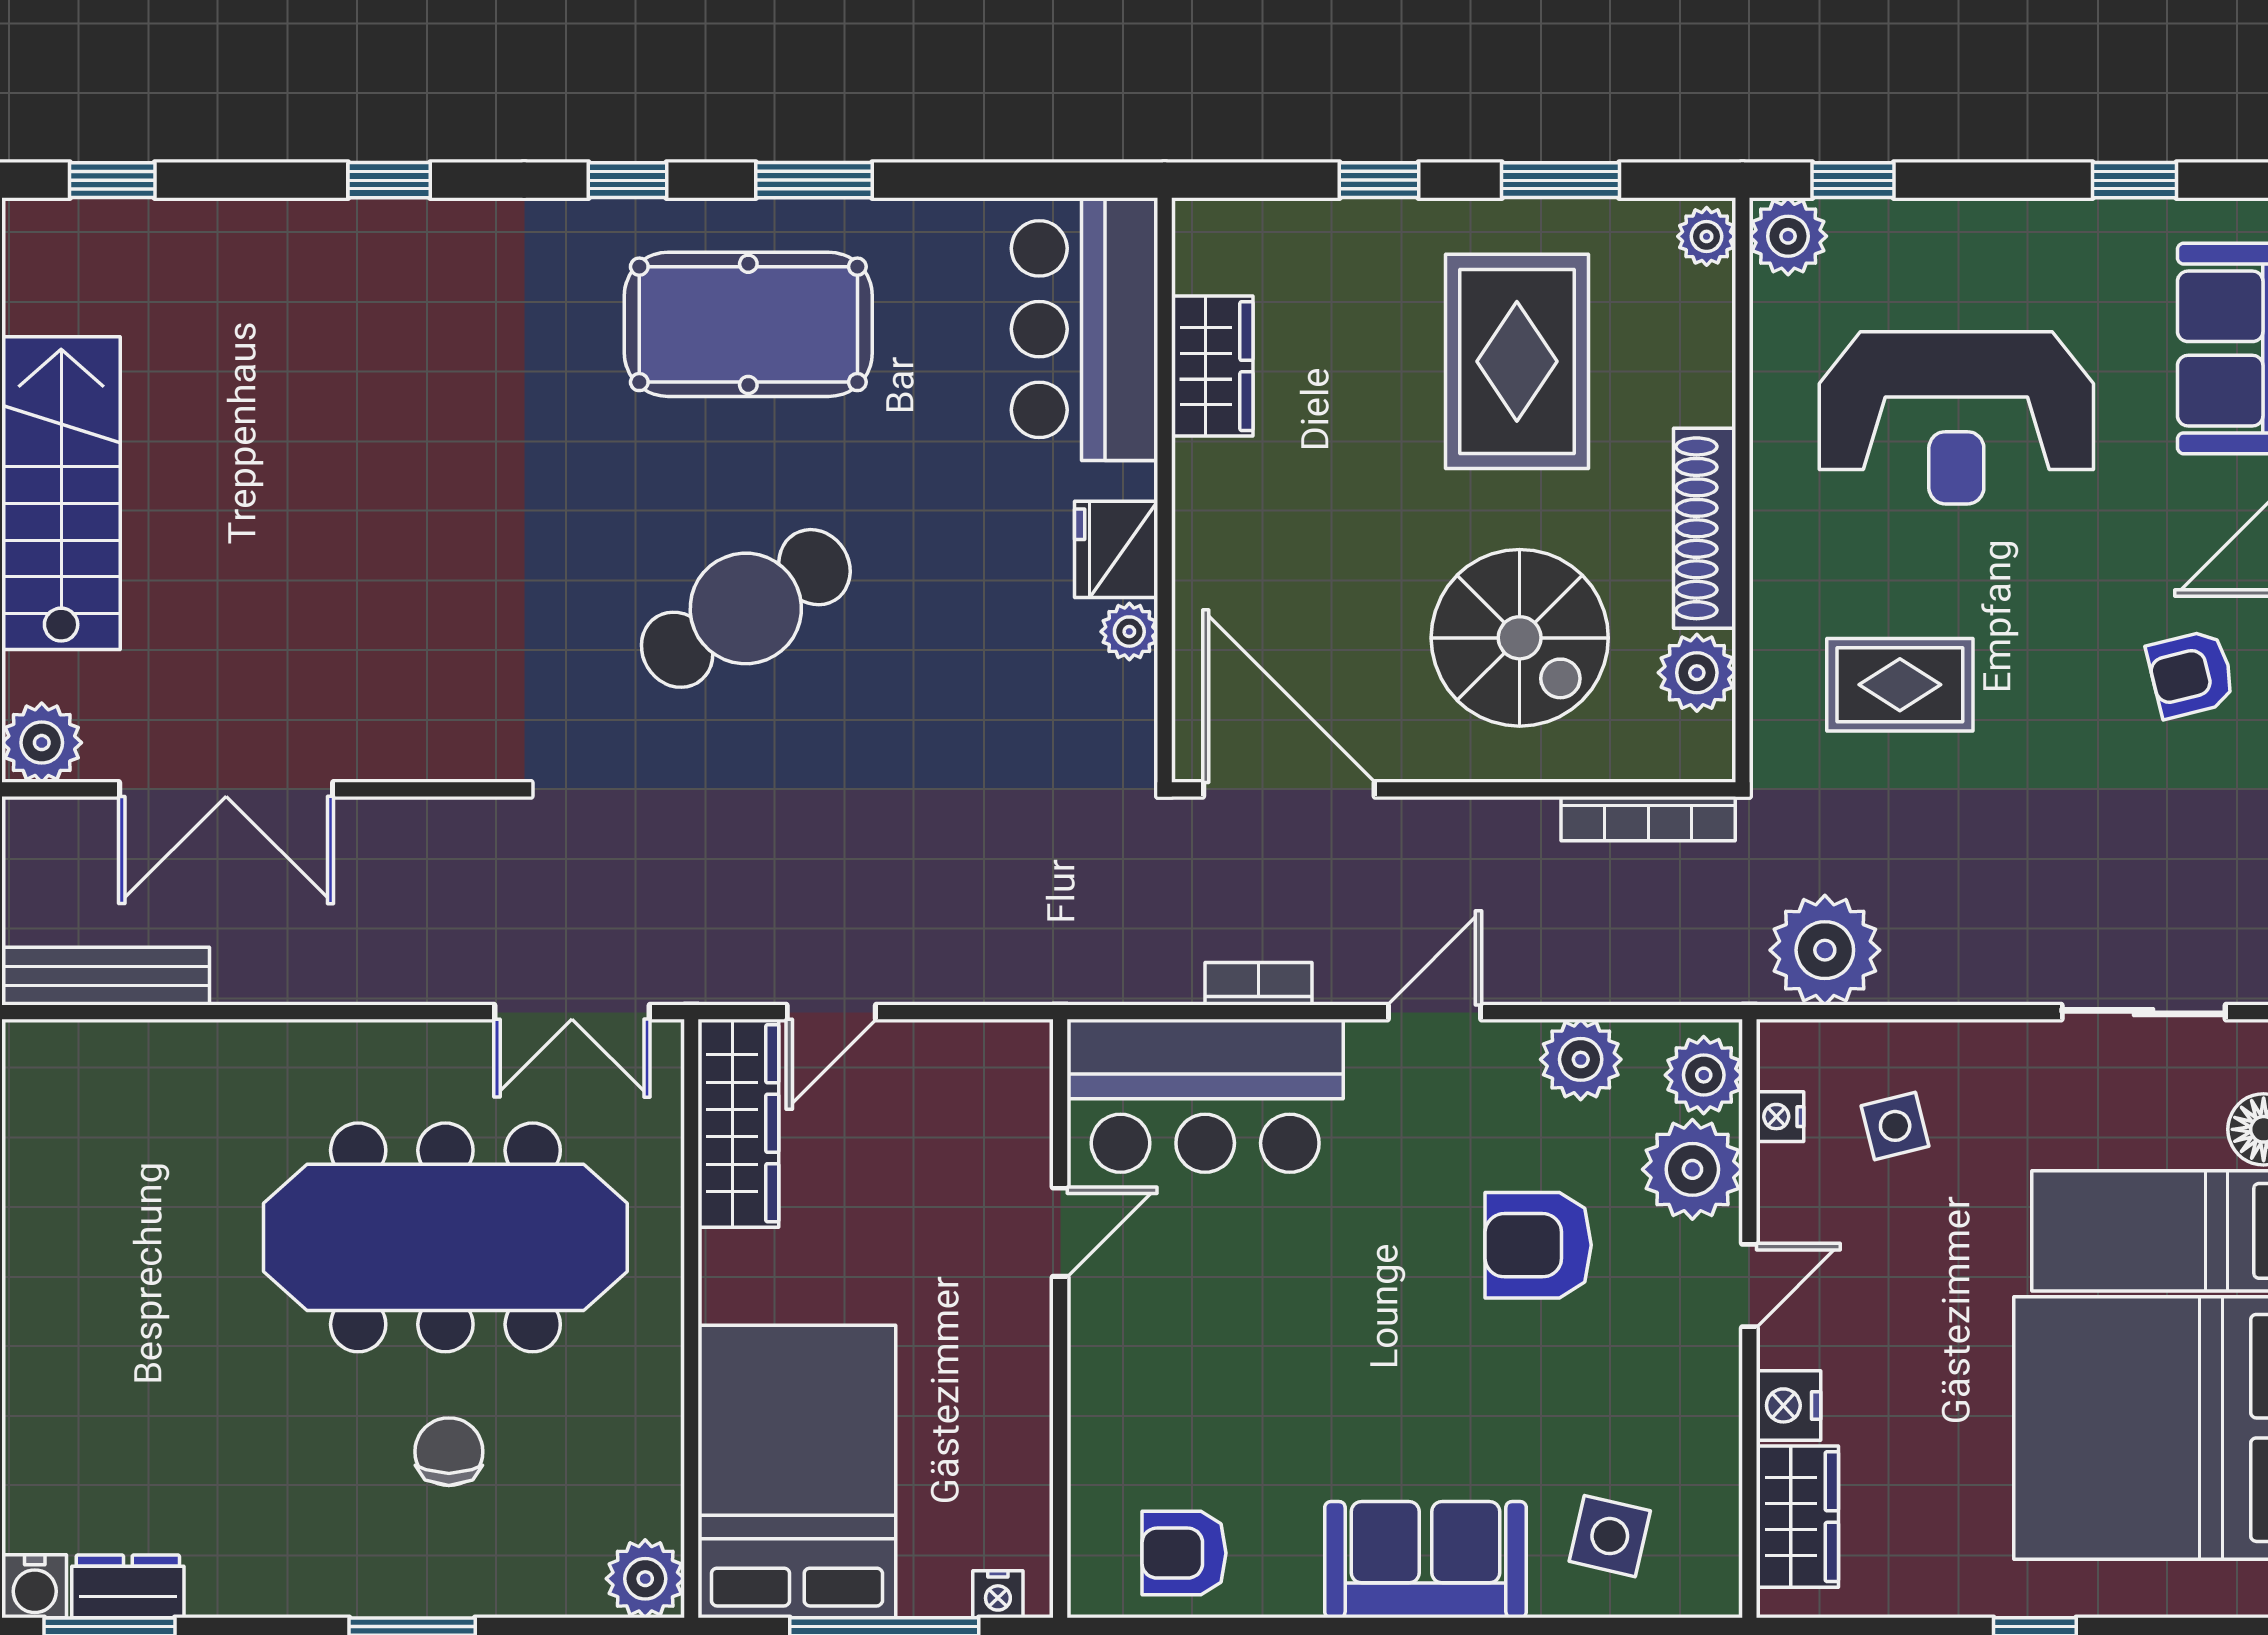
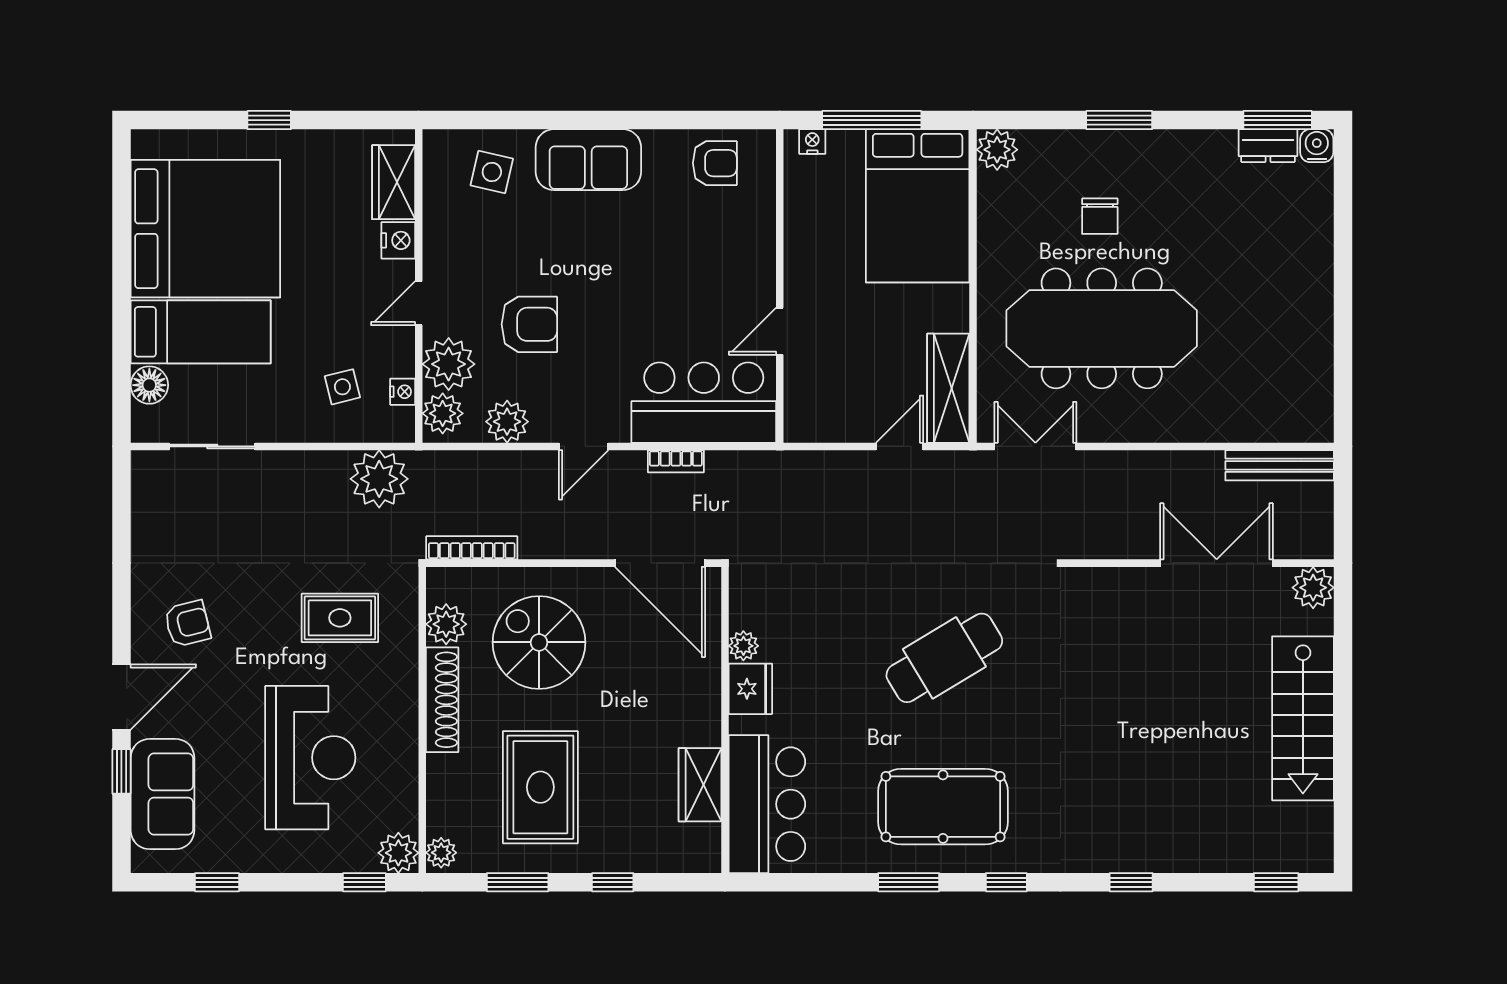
reception desk: (1956, 418) -> (310, 758), turned 90

